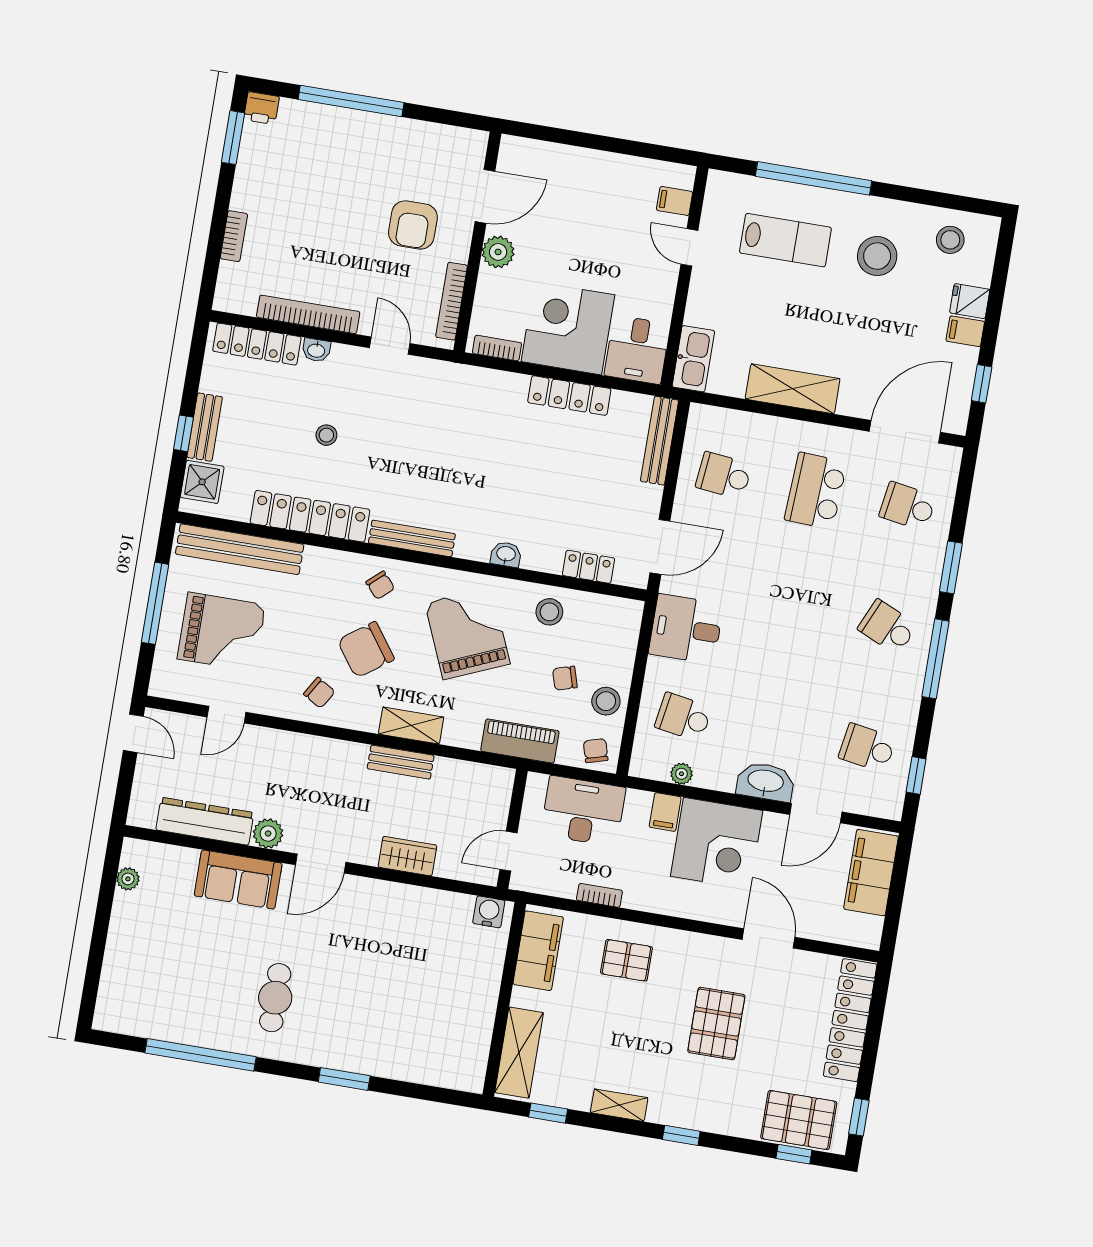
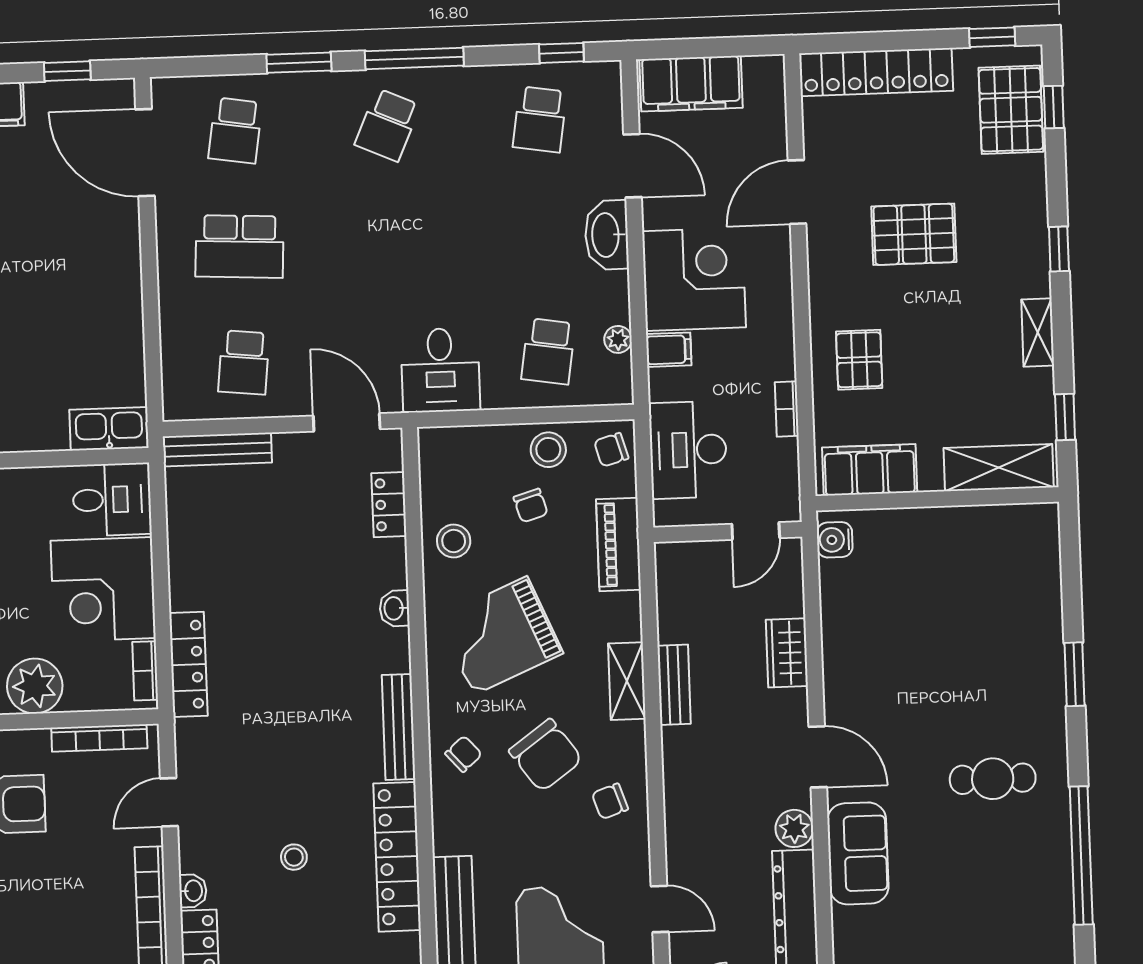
plant: (498, 252) -> (35, 686), width x1.36, depth x1.36
shelving: (793, 389) -> (121, 300), removed
locker: (569, 396) -> (188, 664), moved
chair: (319, 693) -> (610, 801), turned -140
door: (508, 851) -> (756, 531), hinge flipped

